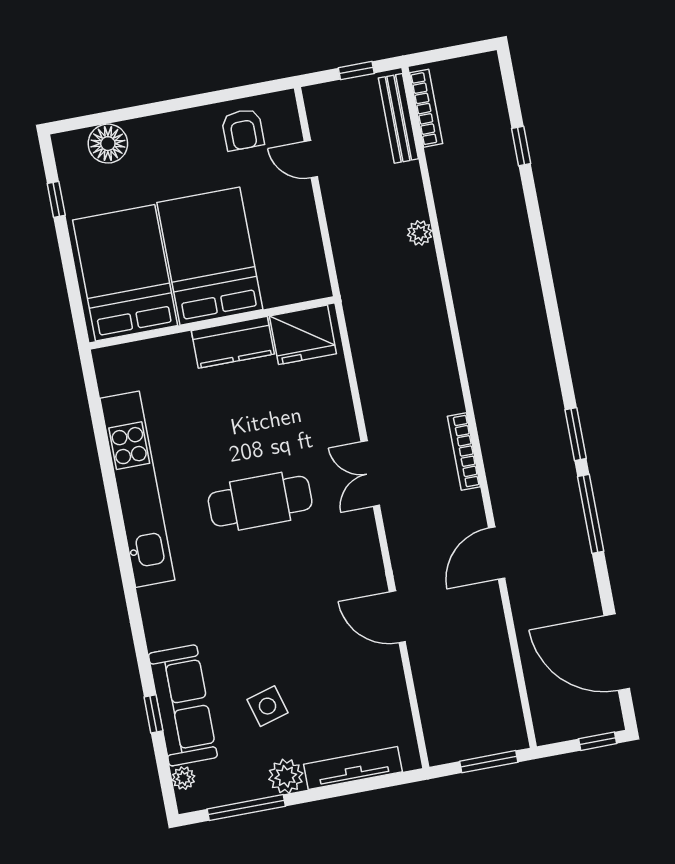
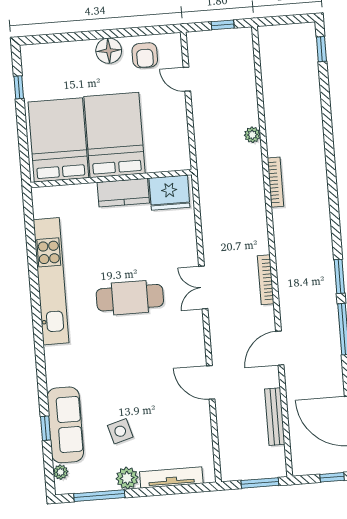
bookcase: (426, 108) -> (275, 182), moved
bench: (398, 118) -> (275, 417), moved
floor lamp: (108, 144) -> (109, 51), moved
window: (521, 146) -> (321, 49), moved

